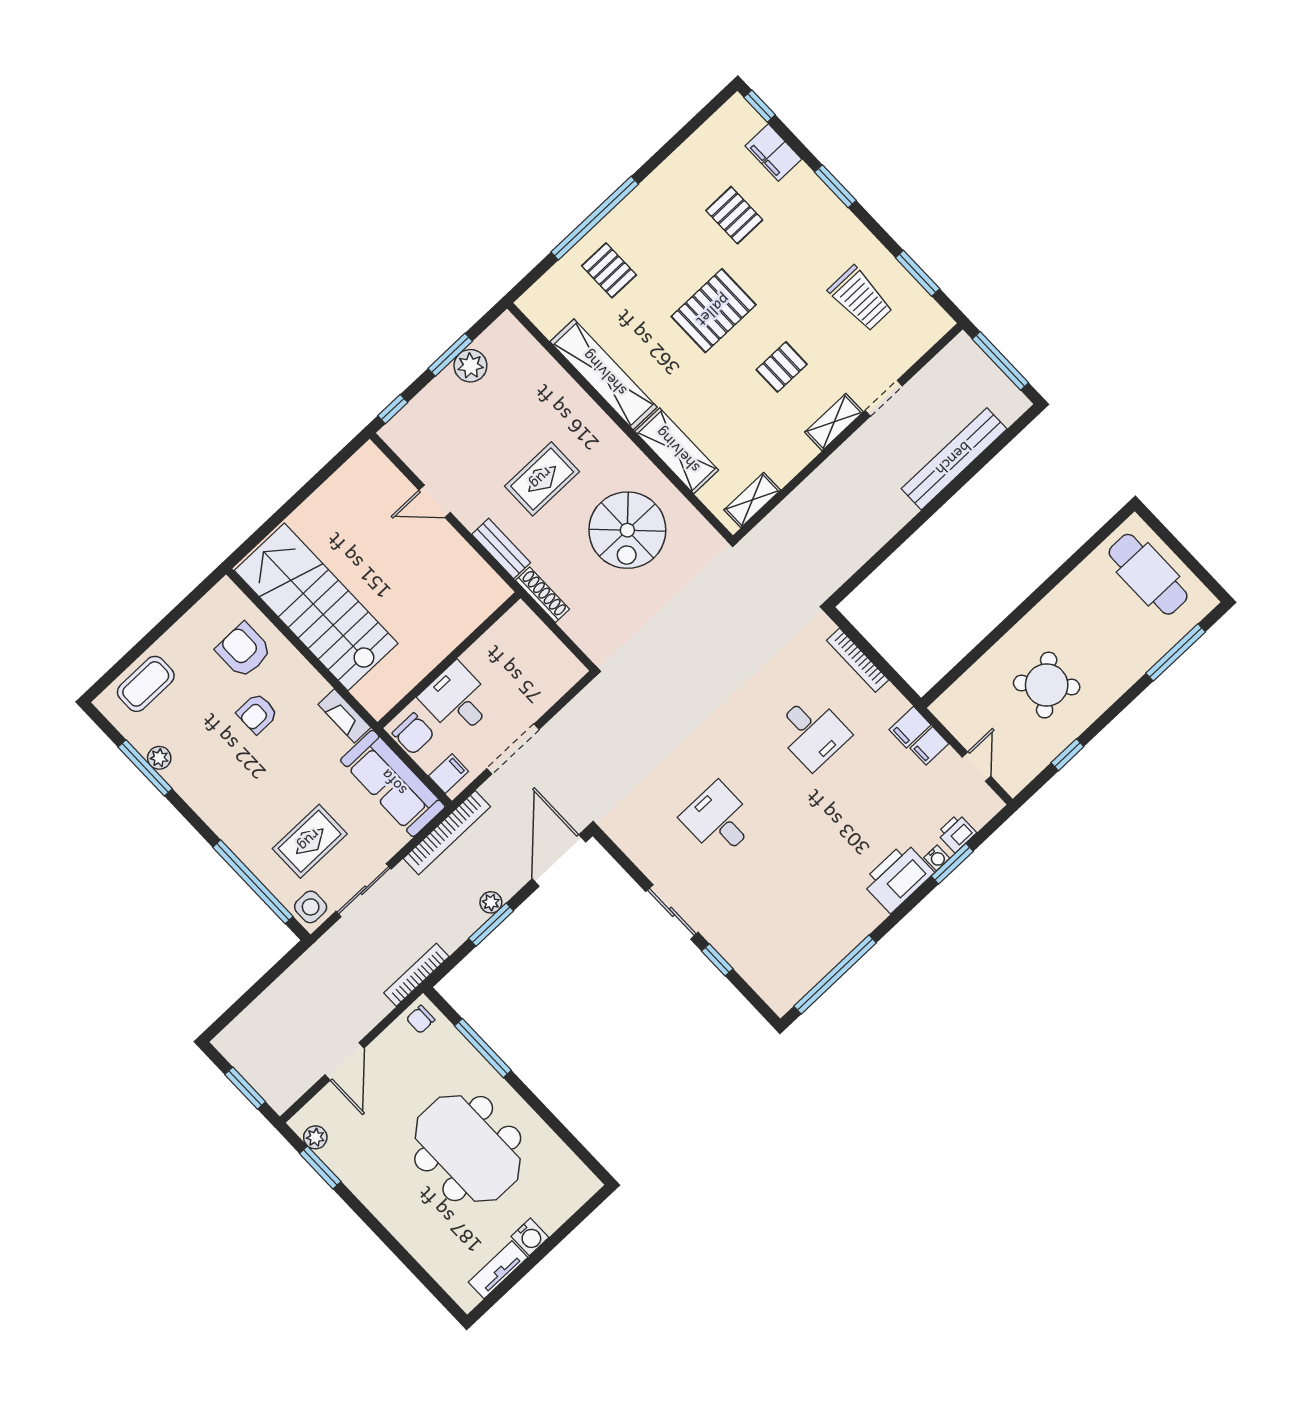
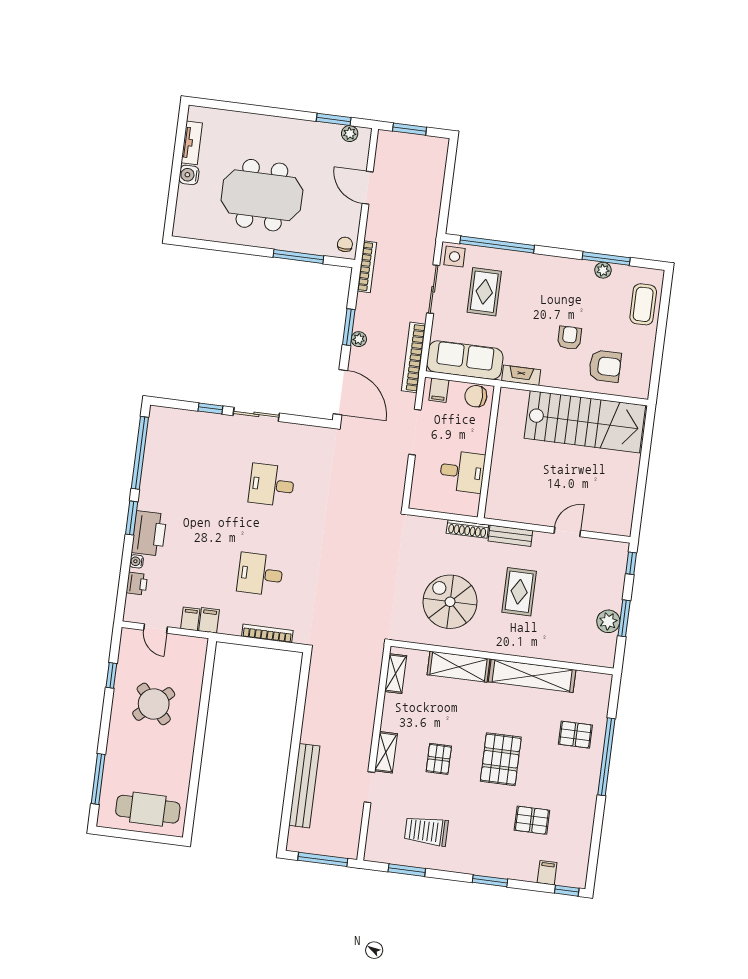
filing cabinet: (773, 152) -> (547, 873), width x0.50
desk: (457, 700) -> (462, 472), moved
desk: (719, 820) -> (272, 485), turned 180
window: (952, 864) -> (132, 518), moved

